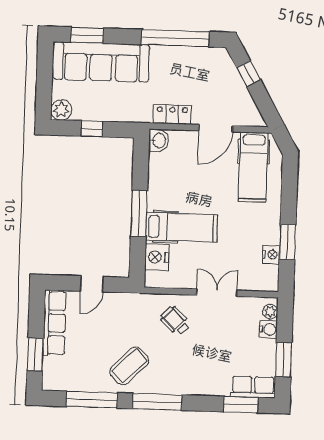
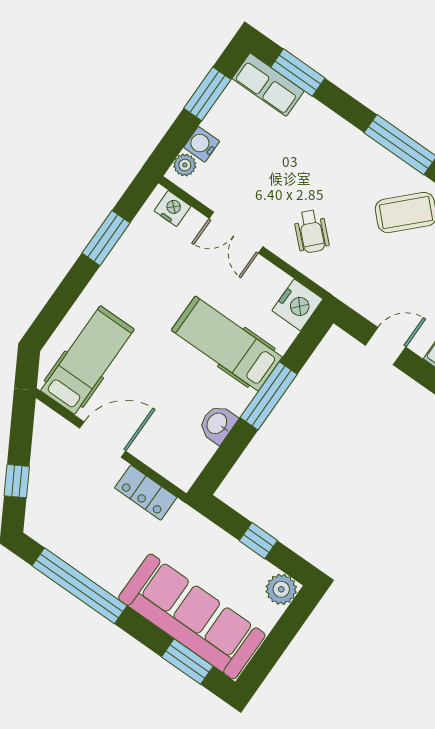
washbasin: (159, 141) -> (217, 424), moved
nightstand: (271, 255) -> (172, 209), moved, turned 90
nightstand: (157, 257) -> (297, 305), moved

